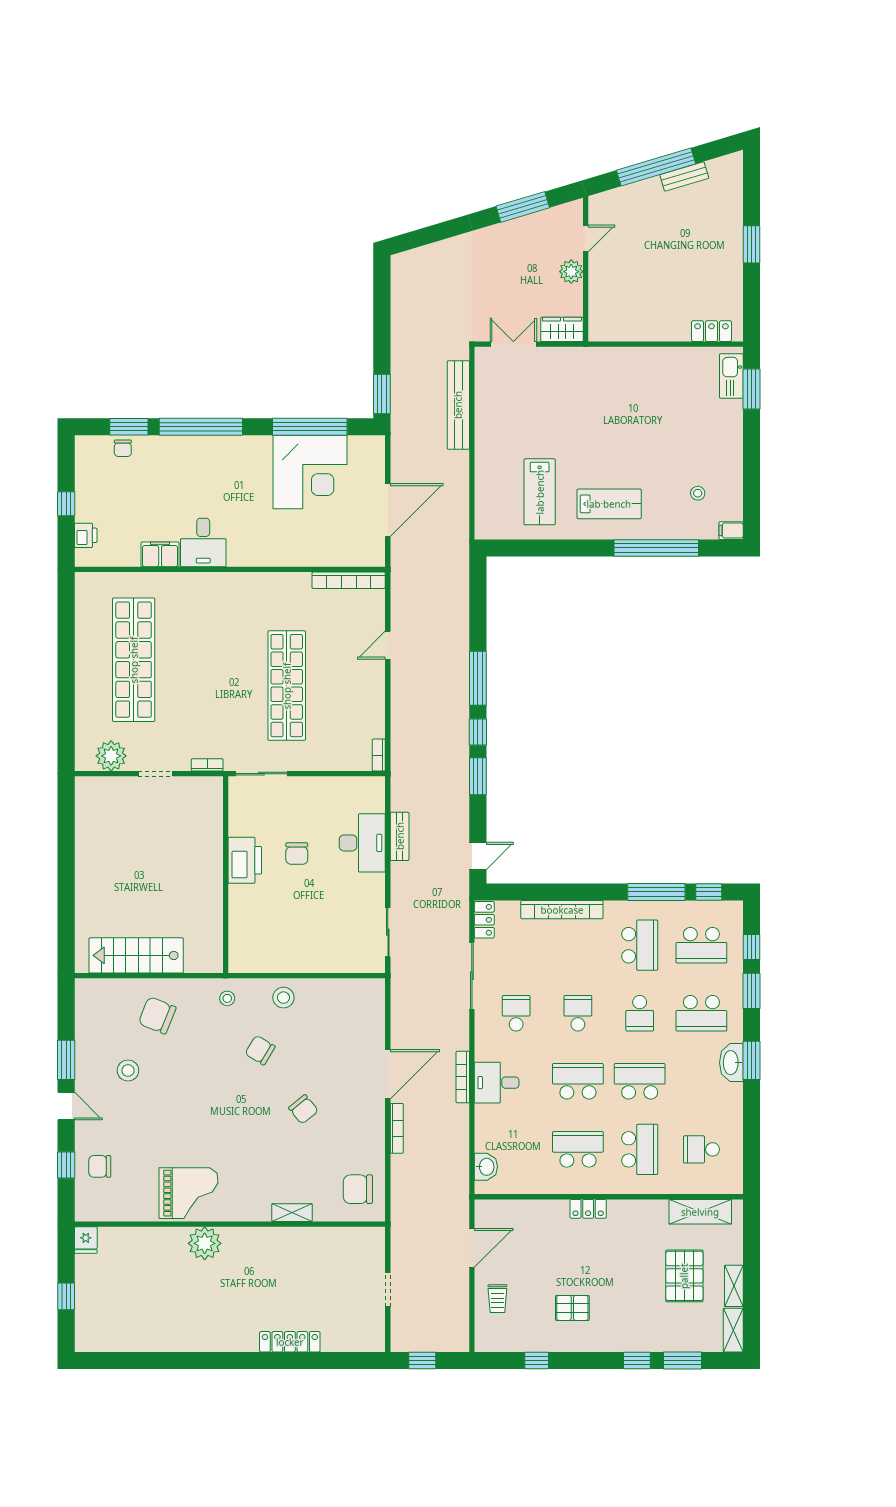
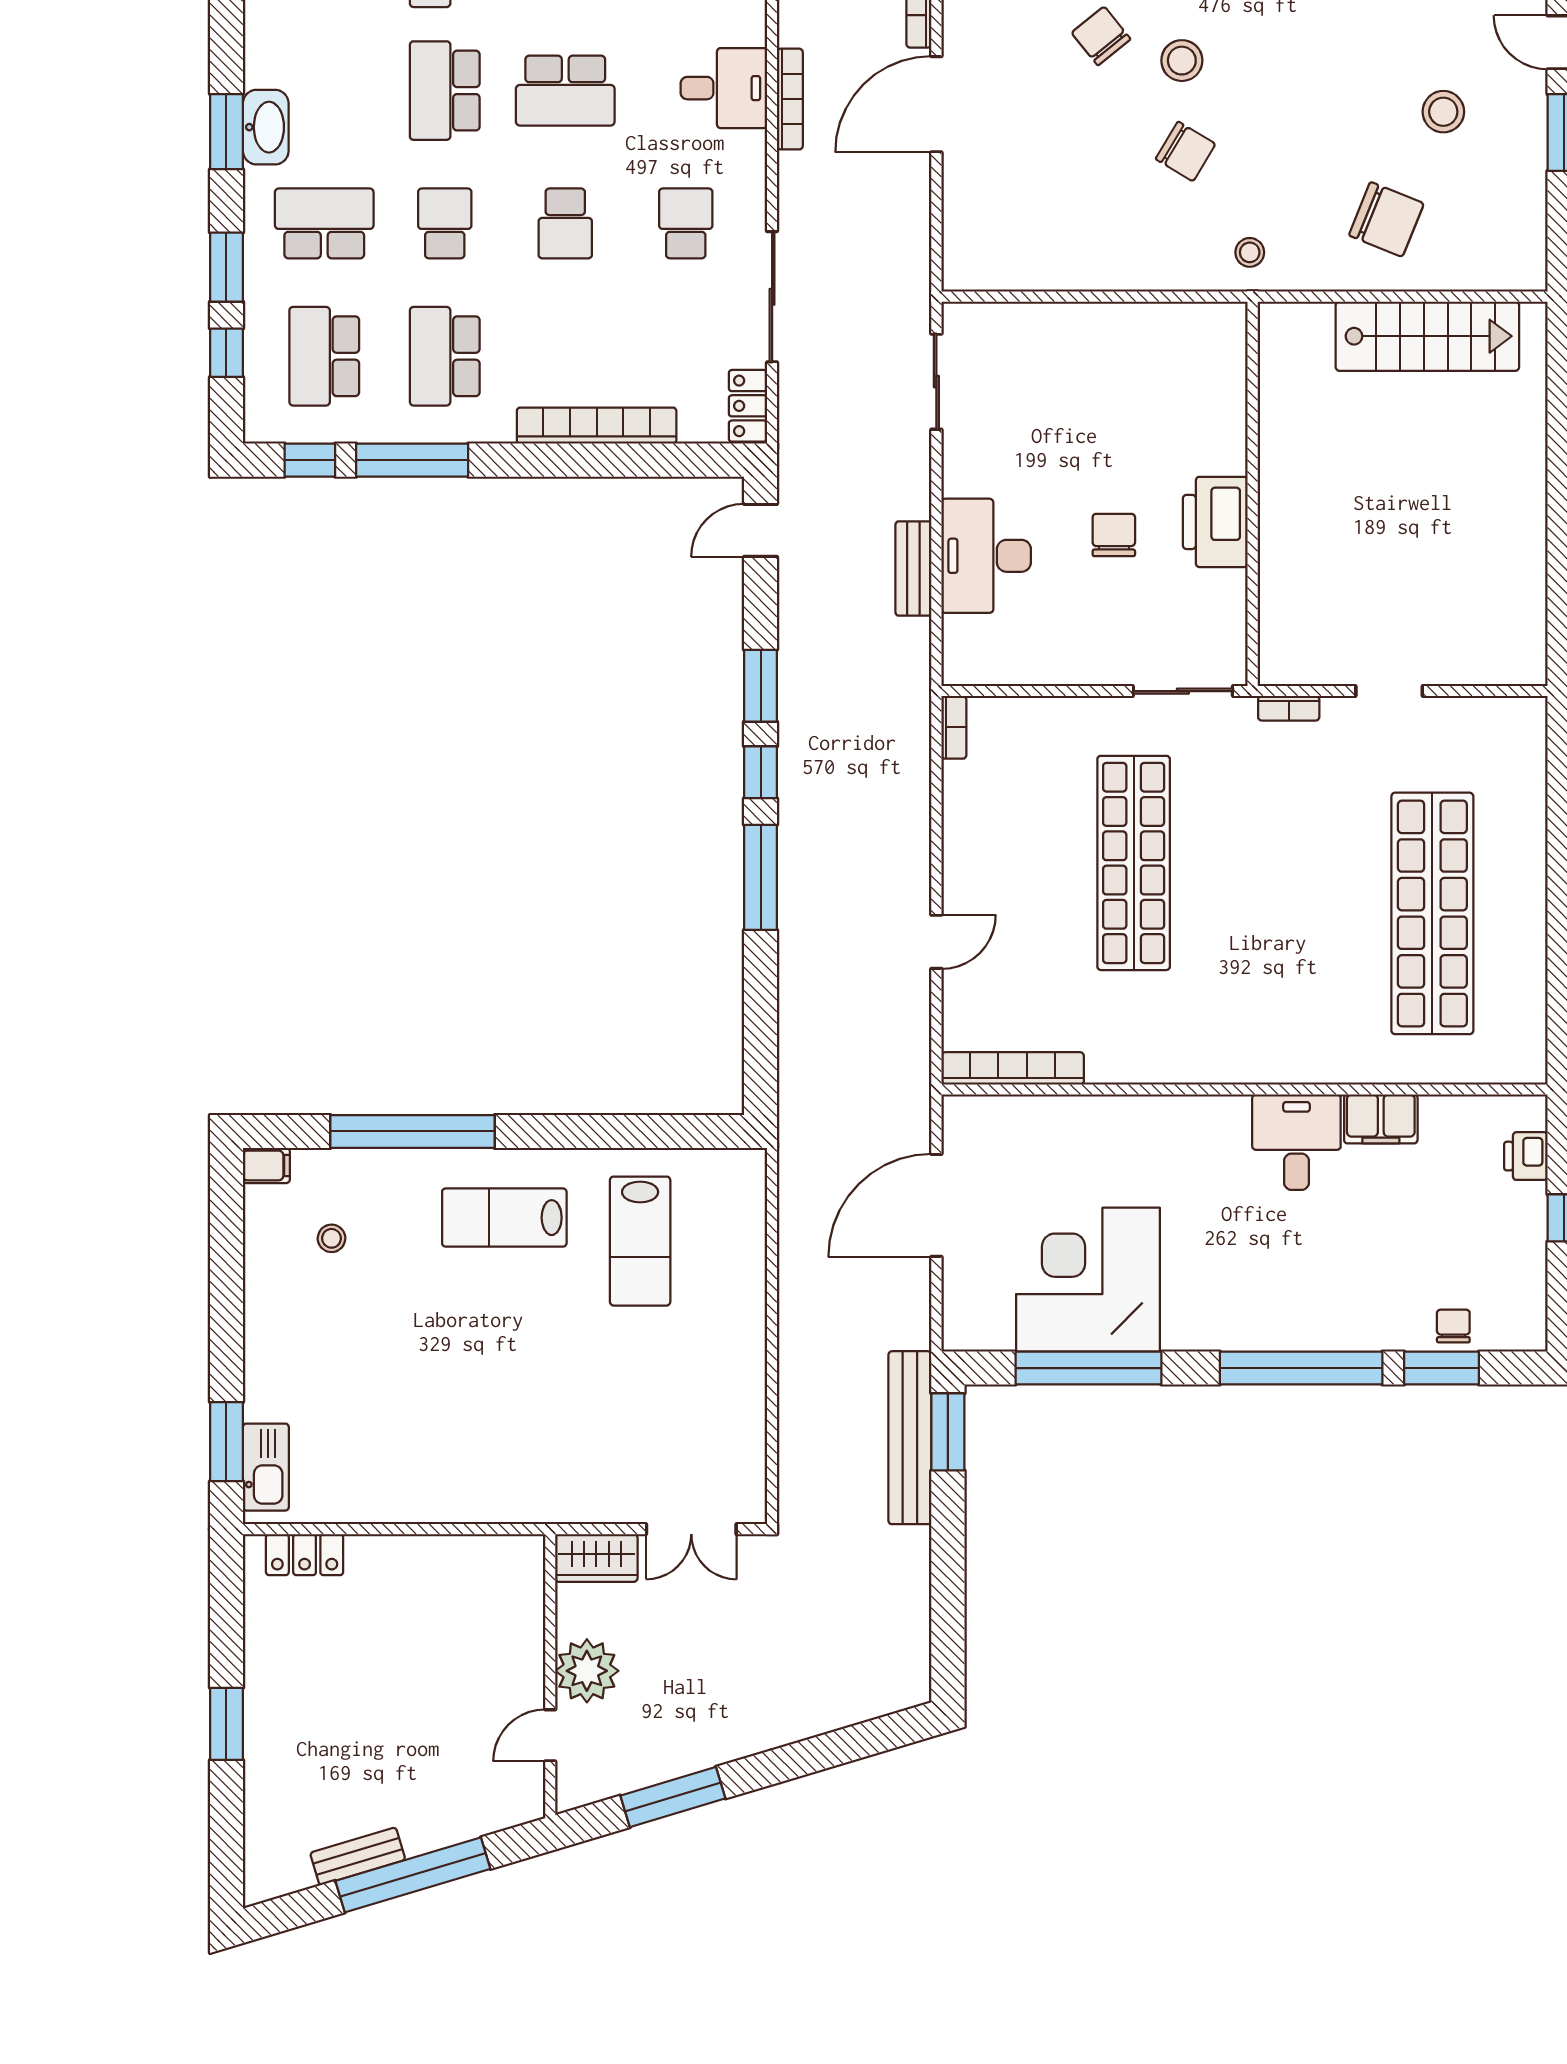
plant: (571, 272) -> (587, 1671), width x1.36, depth x1.36
bench: (458, 405) -> (910, 1438), moved
lab bench: (540, 492) -> (640, 1241), turned 180
plant: (111, 756) -> (1476, 726), removed
school desk: (701, 945) -> (324, 356), turned -90
stool: (283, 998) -> (1182, 61), moved
school desk: (516, 1013) -> (686, 223), turned 180
school desk: (640, 1081) -> (445, 91), turned 90

